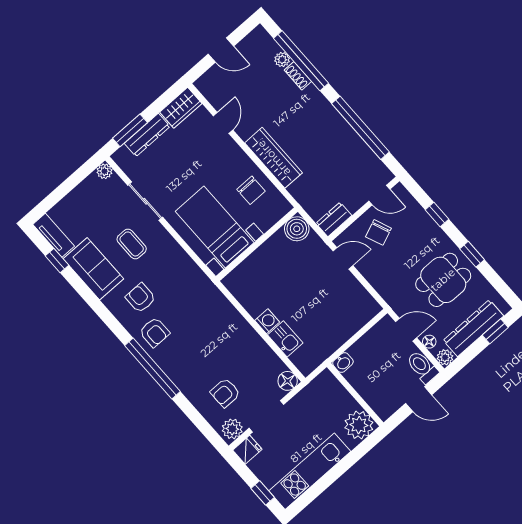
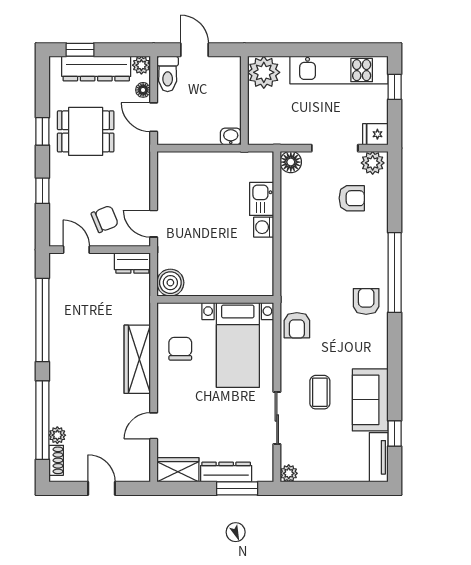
shoe rack: (298, 76) -> (56, 460), moved
armchair: (141, 298) -> (297, 325), moved

